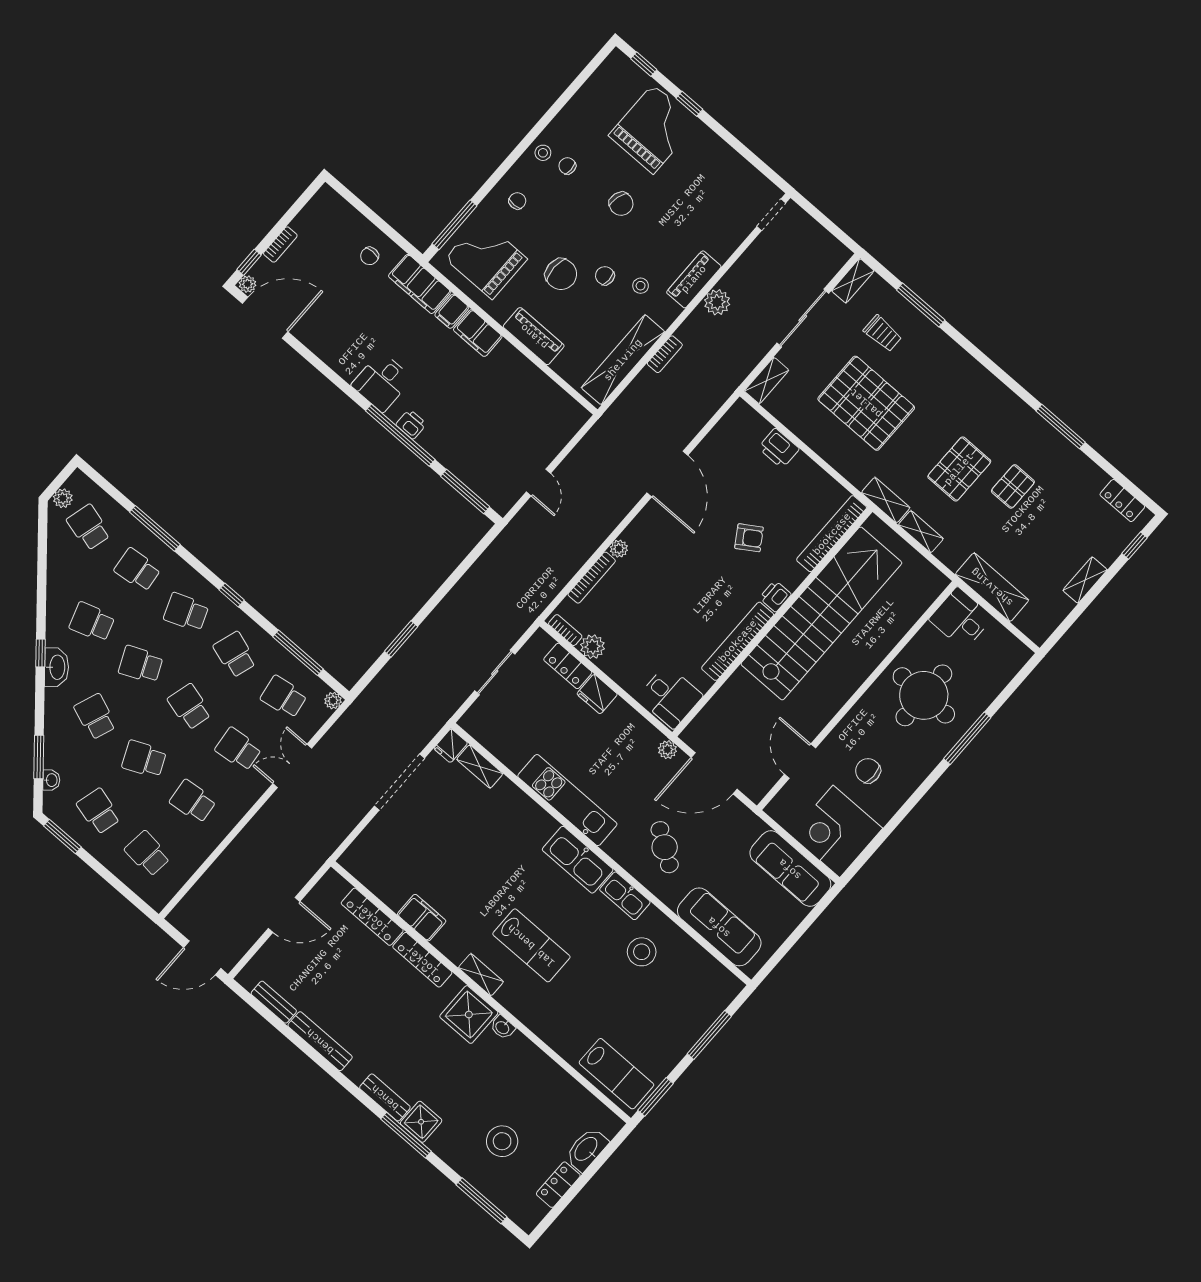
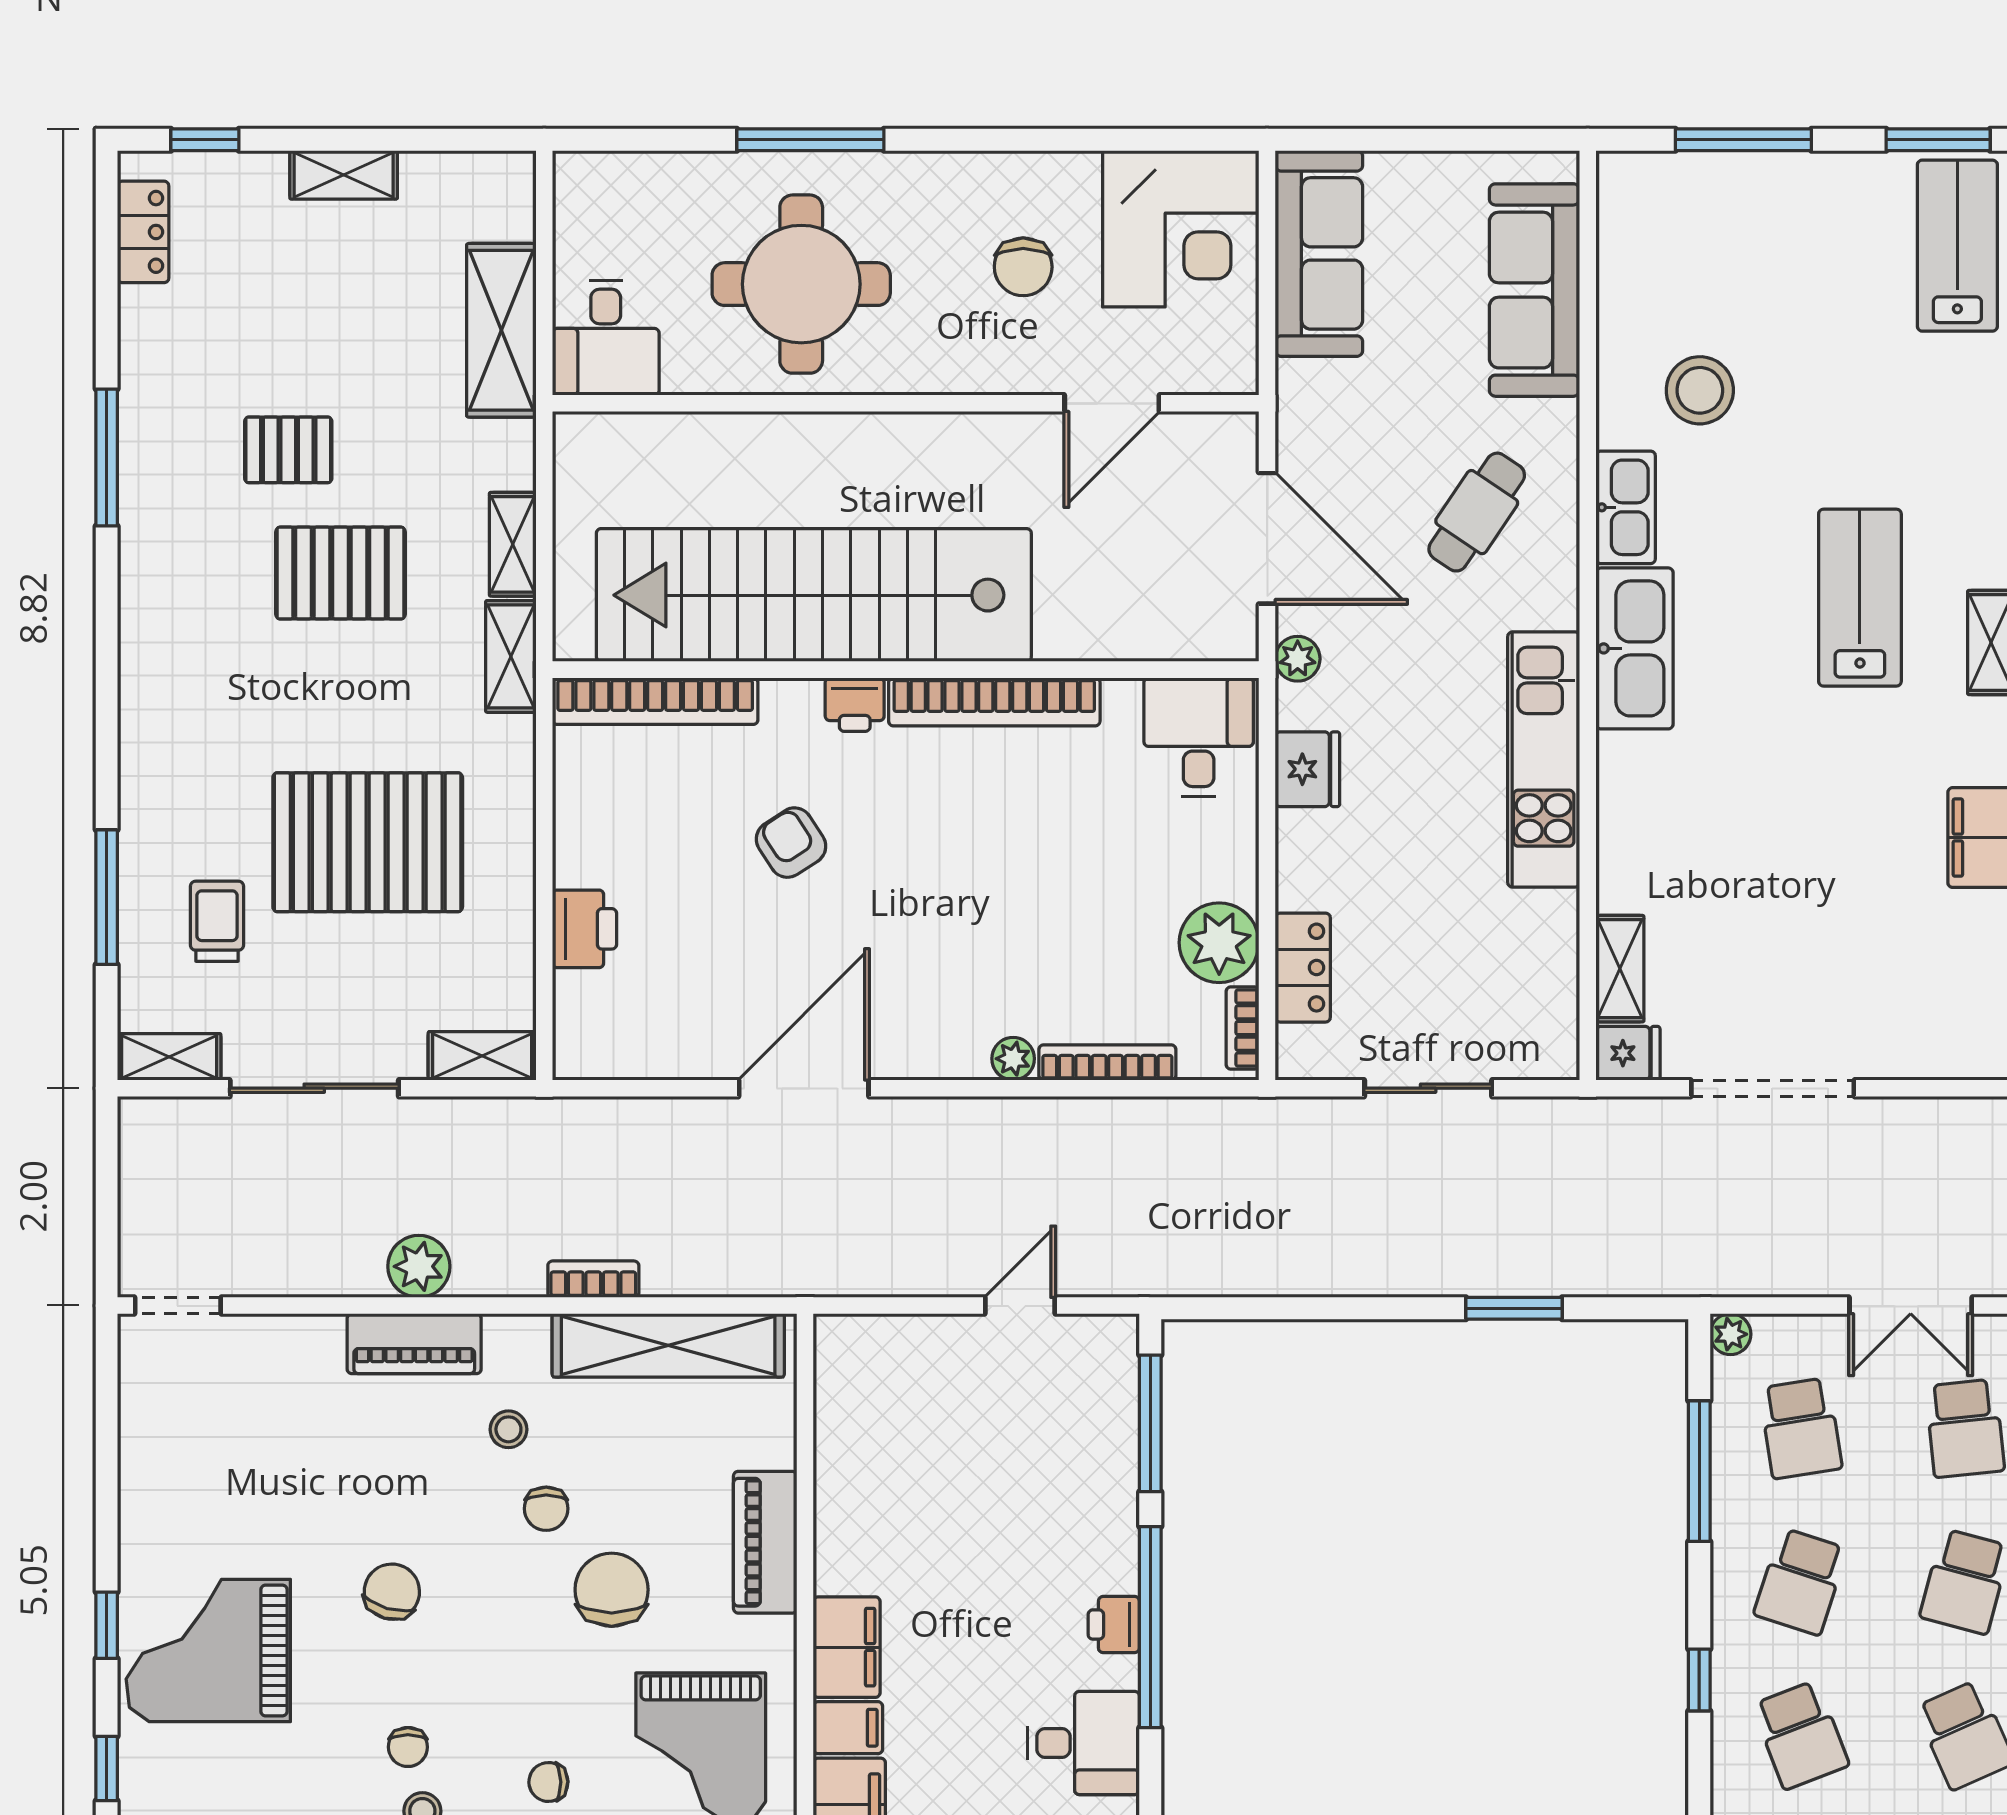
pallet: (866, 403) -> (368, 842), turned 90
plant: (593, 647) -> (1219, 943), width x1.36, depth x1.36
fridge: (597, 694) -> (1307, 769), moved

